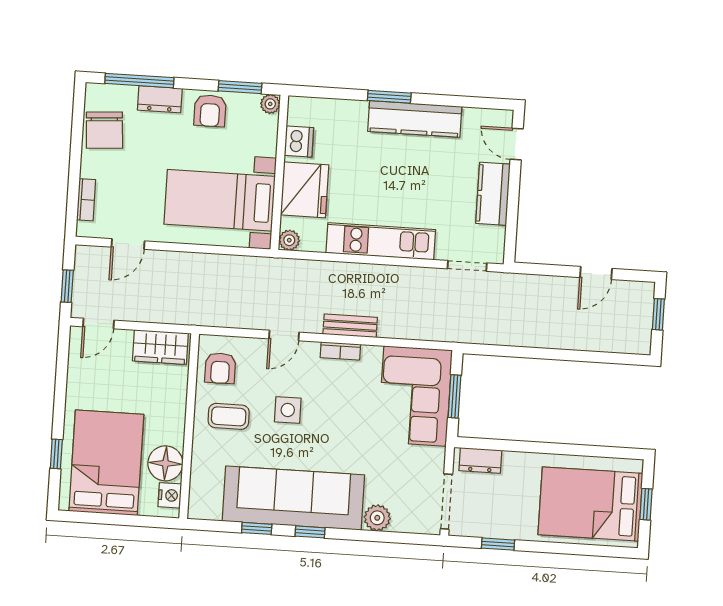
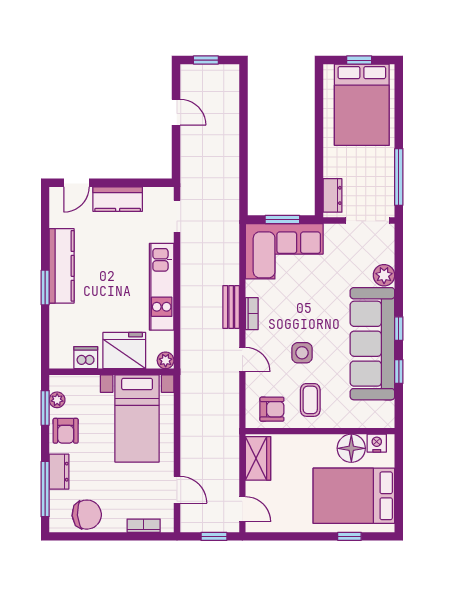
plant: (270, 104) -> (57, 400), moved
armchair: (210, 111) -> (66, 431), turned 90
window: (498, 544) -> (399, 177), width x2.17

